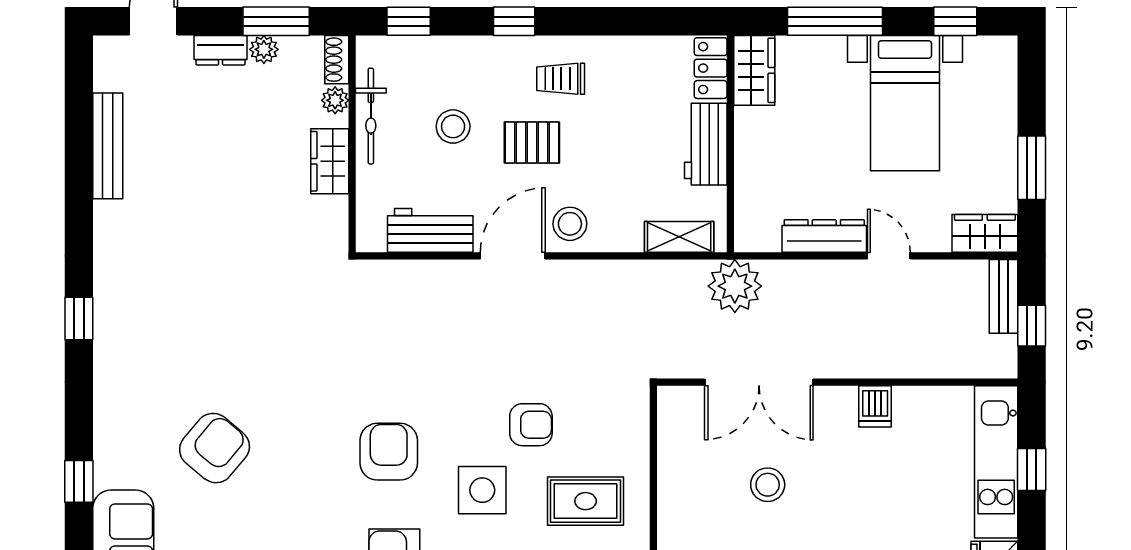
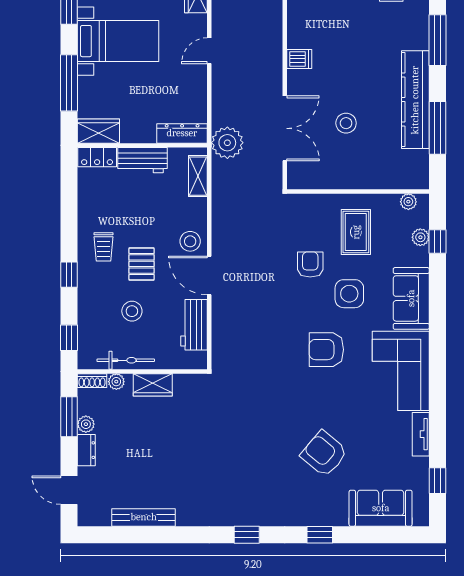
dresser: (824, 236) -> (182, 133), moved, turned 90
window: (79, 481) -> (320, 535), moved

